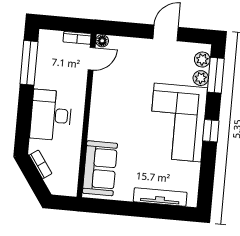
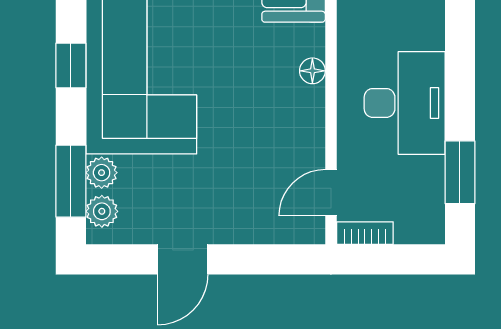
floor lamp: (102, 41) -> (312, 71), moved
window: (29, 63) -> (460, 172), width x0.69
desk: (51, 115) -> (405, 103), moved

